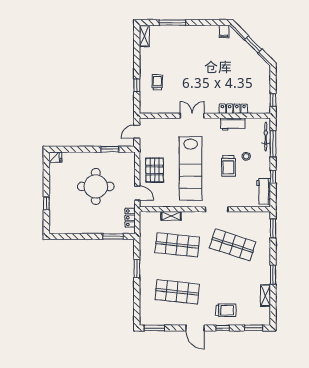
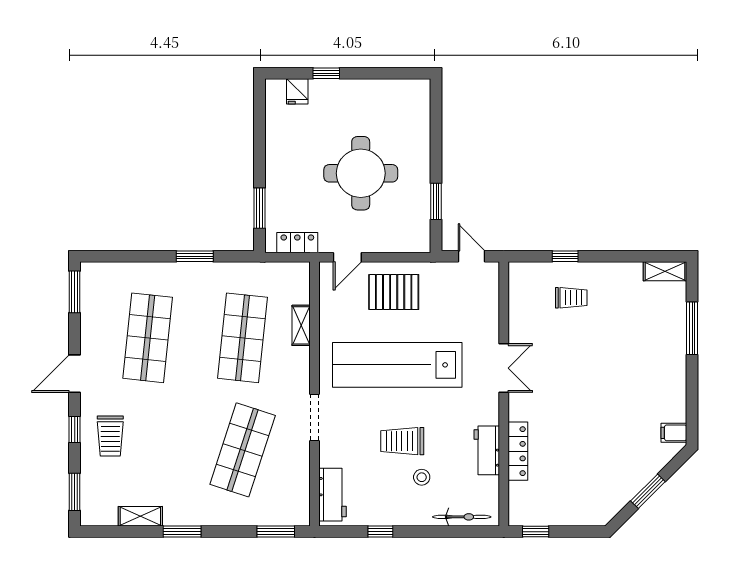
window: (273, 144) -> (447, 532), removed
fridge: (55, 157) -> (297, 91), moved
workbench: (264, 191) -> (332, 495), moved, turned 90

